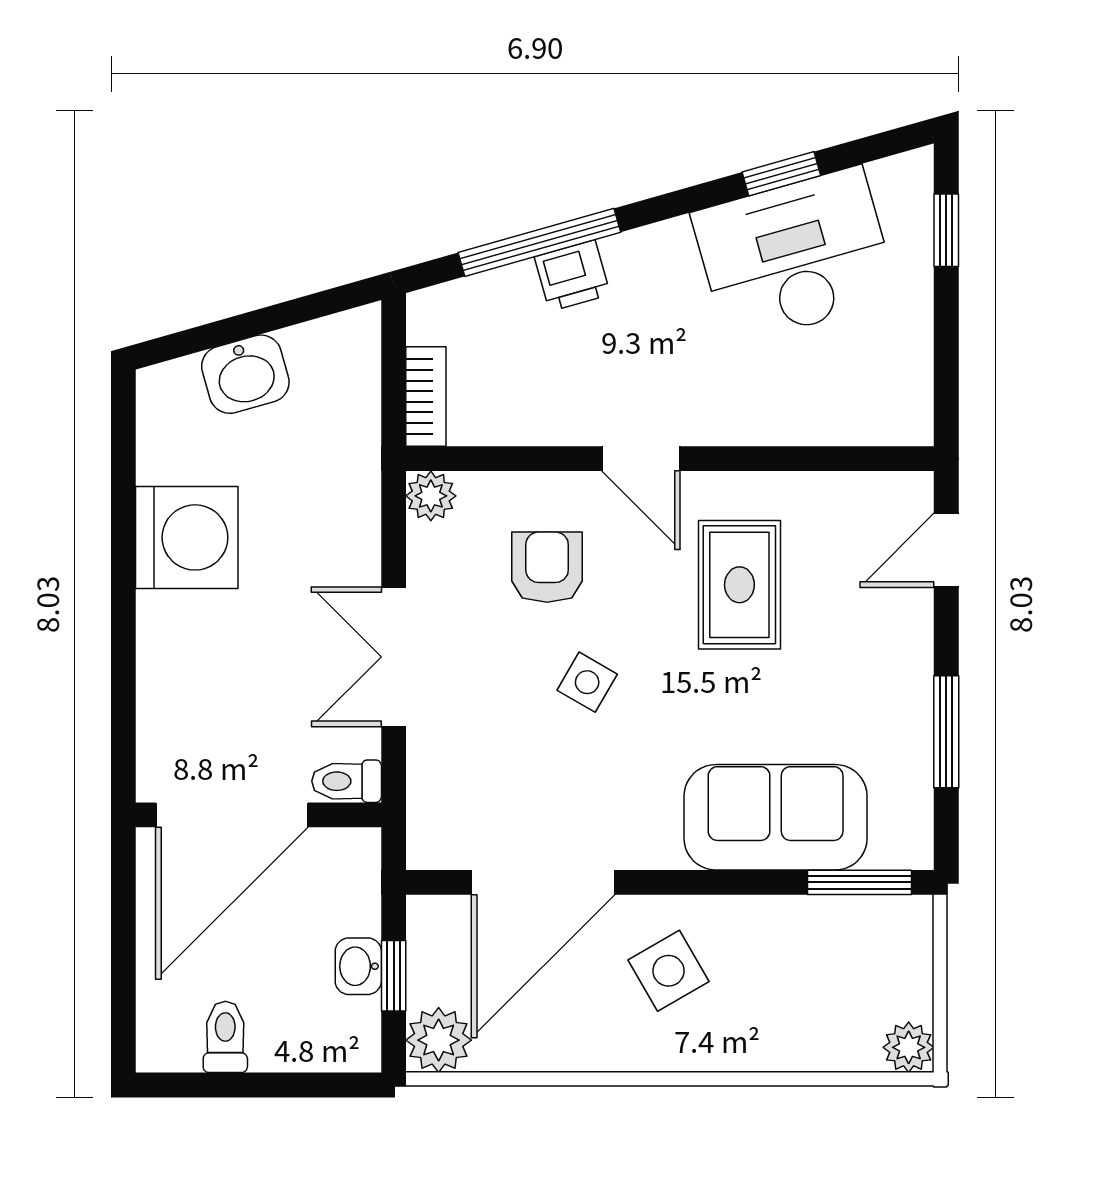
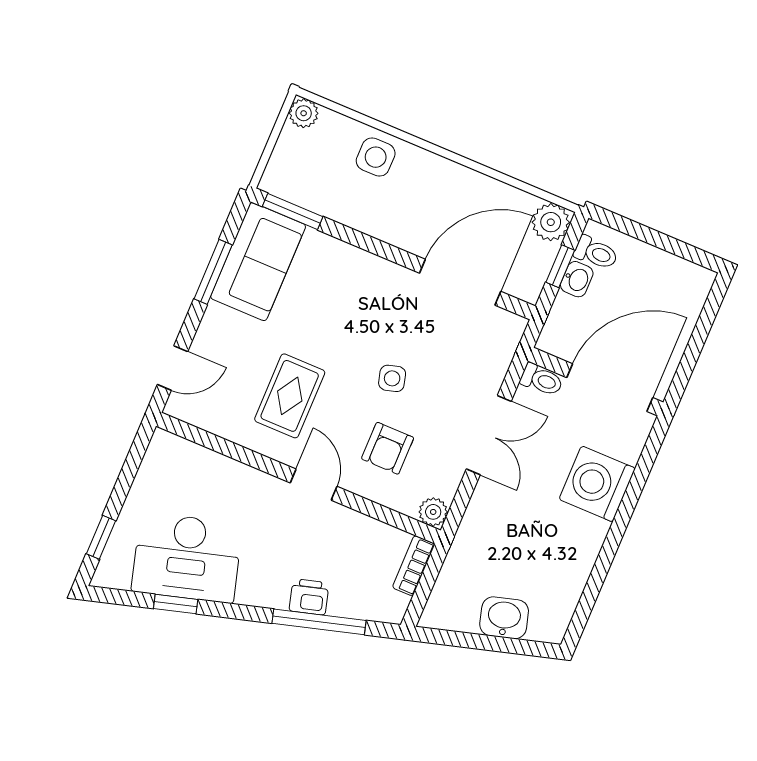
washing machine: (187, 537) -> (597, 484), moved
side table: (587, 682) -> (392, 378), turned 45
sofa: (776, 817) -> (258, 262), moved, turned -90
side table: (668, 971) -> (376, 157), moved, turned 30
toilet: (225, 1037) -> (596, 253), moved, turned -90

